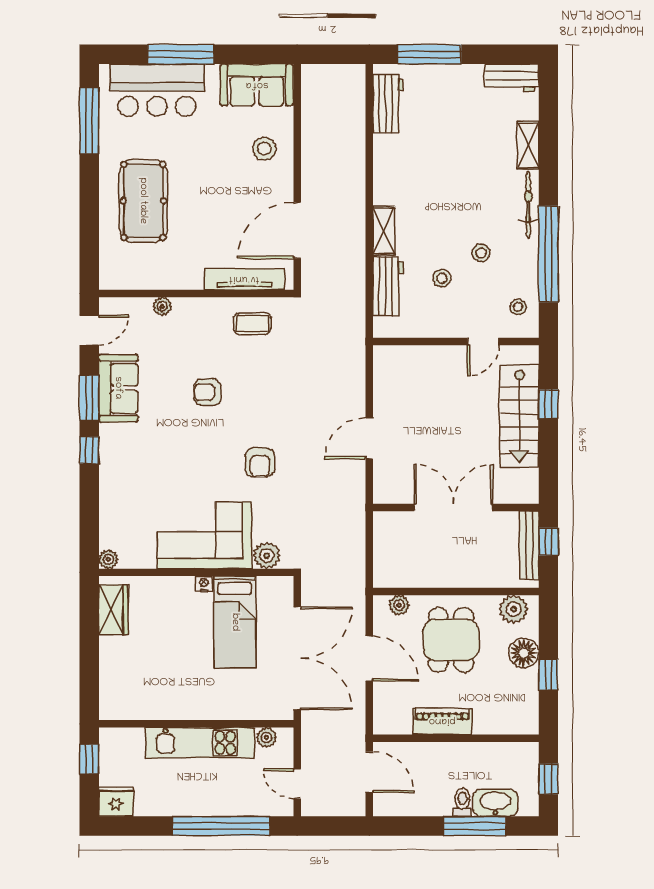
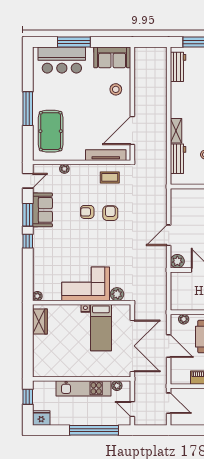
window: (89, 121) -> (28, 109), moved
pool table: (143, 201) -> (51, 131), moved
armchair: (260, 462) -> (110, 213), moved, turned 180
plant: (387, 490) -> (177, 261), added

